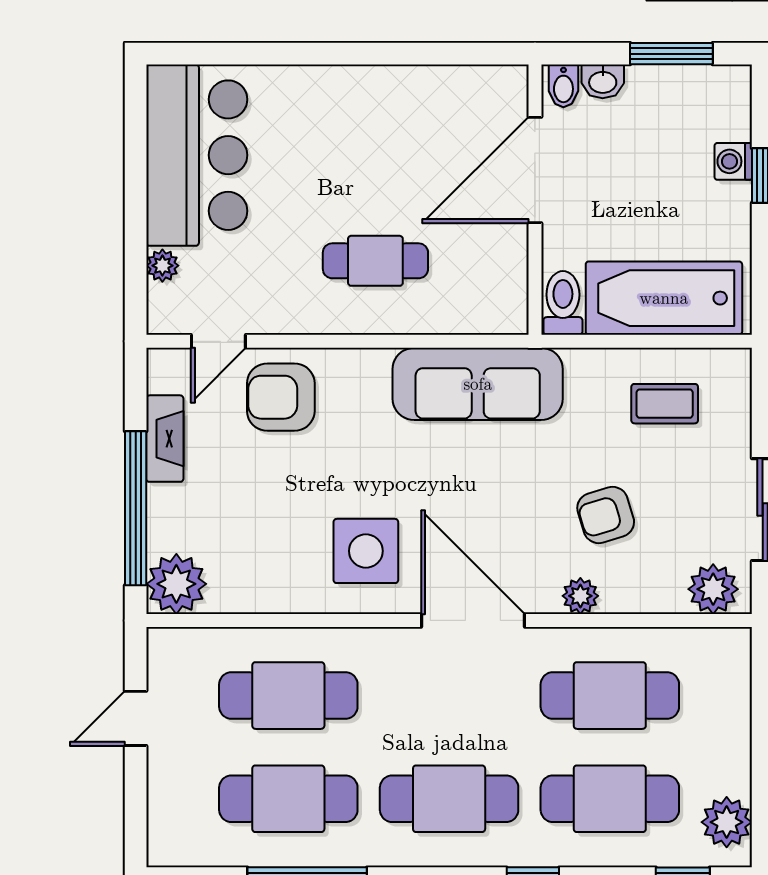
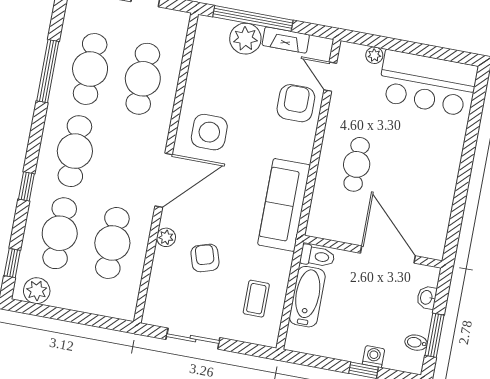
bidet: (563, 86) -> (416, 343), moved
bathtub: (664, 298) -> (307, 297), width x0.73, depth x0.73
plant: (176, 584) -> (245, 39), moved
plant: (713, 589) -> (157, 306), removed

